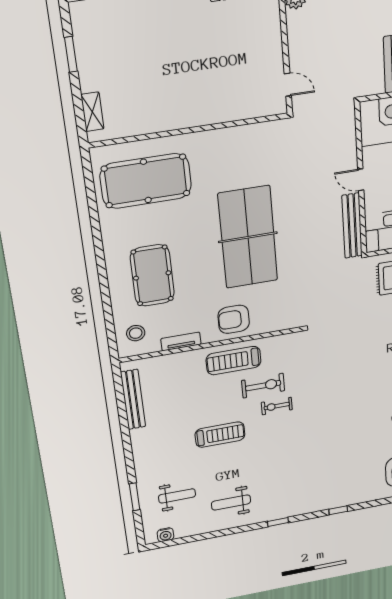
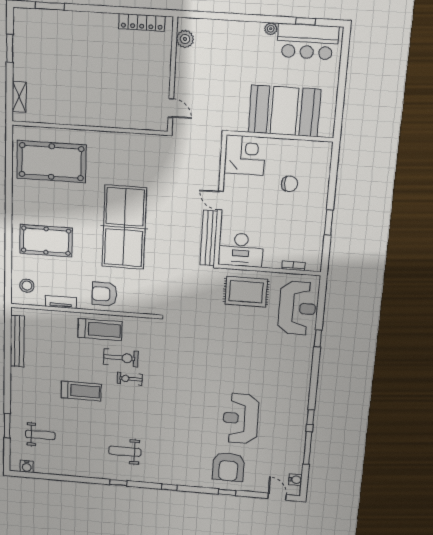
pool table: (152, 275) -> (46, 241), turned 90
treadmill: (234, 361) -> (100, 330), turned 180
weight bench: (231, 502) -> (125, 451), moved

